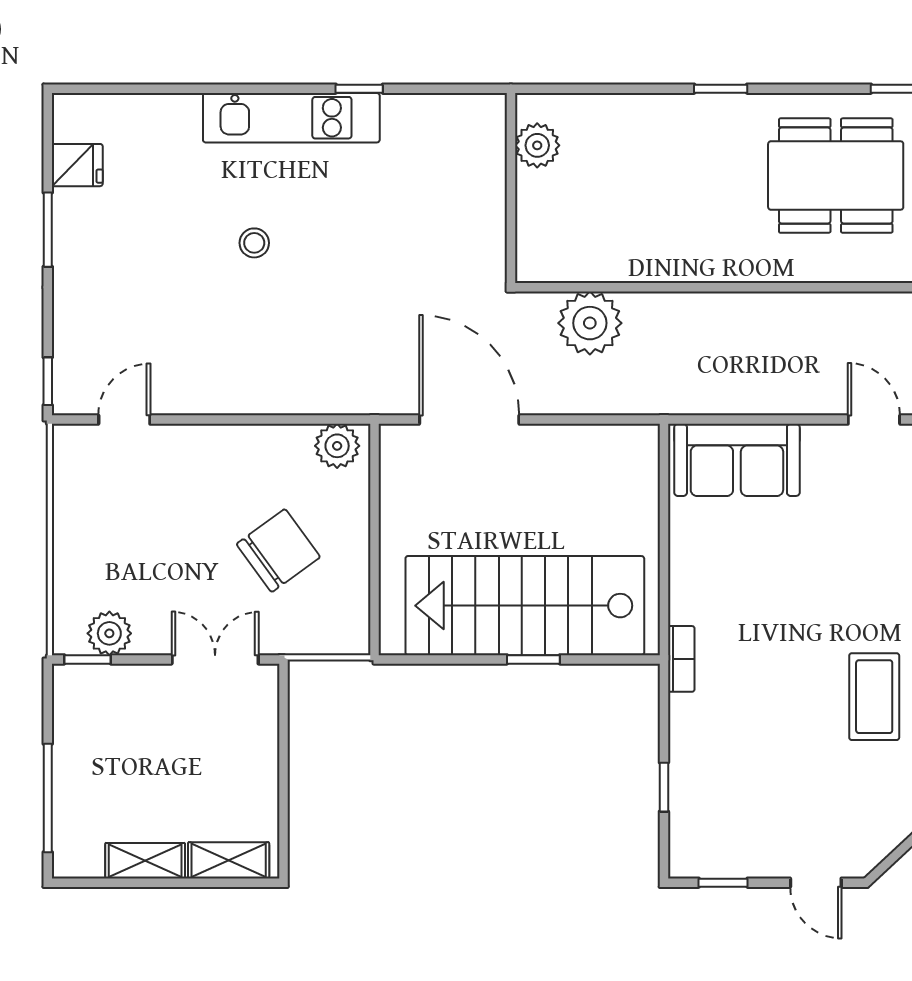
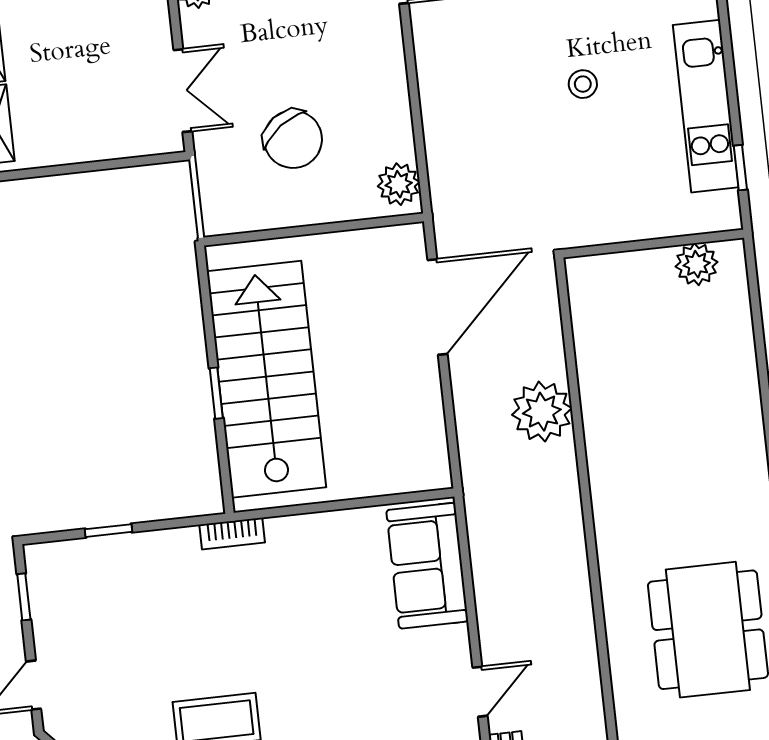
plant: (537, 145) -> (697, 264), moved
wall: (511, 188) -> (653, 244), moved

